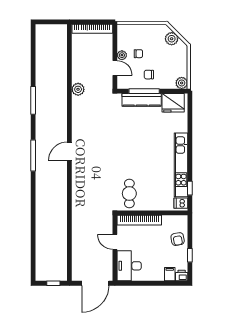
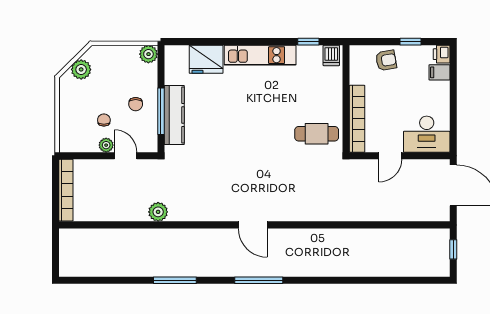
door: (115, 68) -> (126, 156), hinge flipped
fridge: (173, 103) -> (206, 59), moved, turned 90
kitchen unit: (181, 165) -> (260, 55), width x0.73

